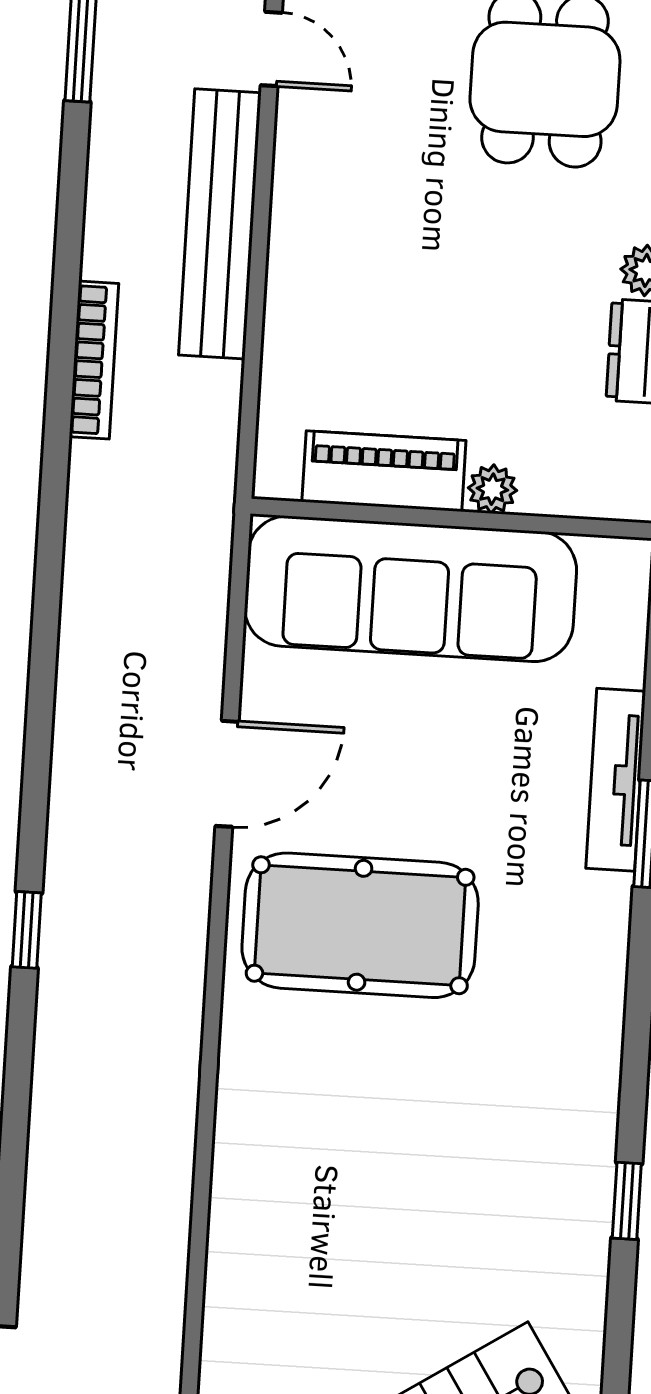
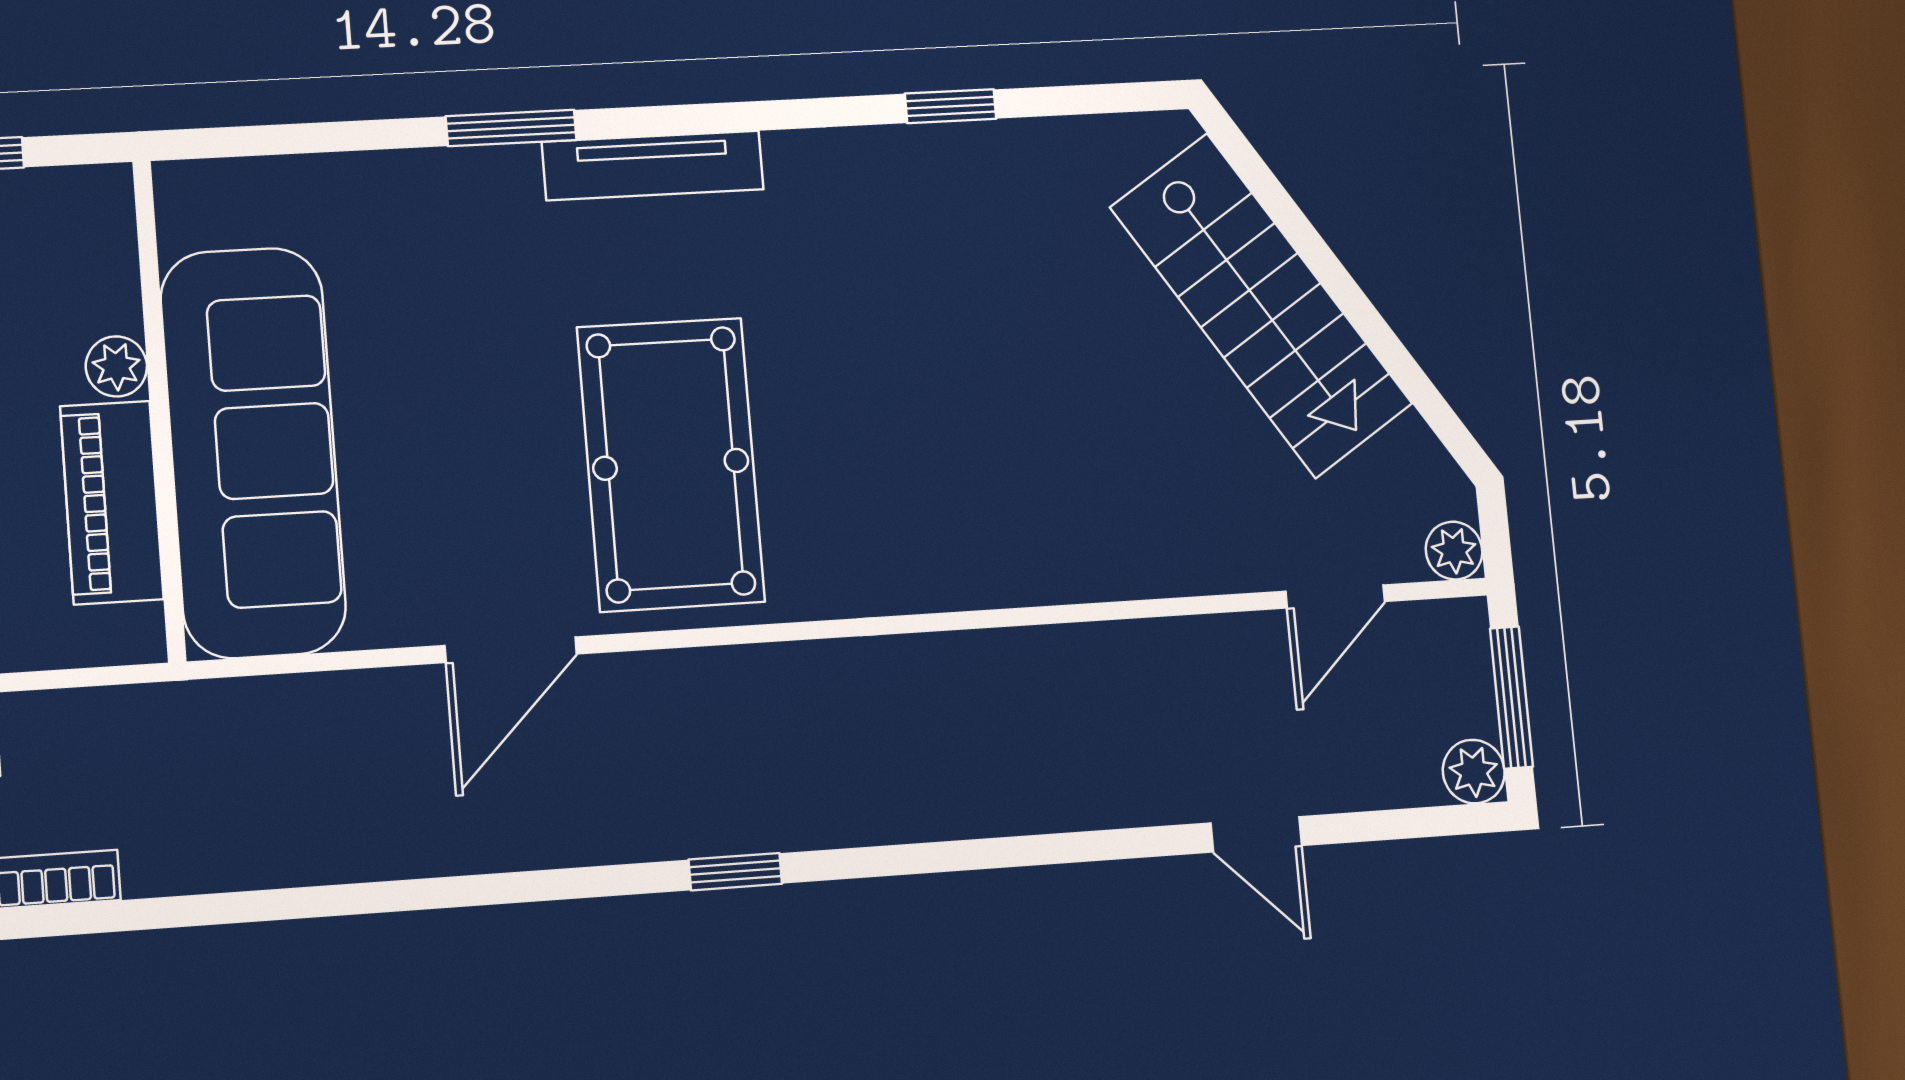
door: (227, 774) -> (511, 650), swing flipped
tv unit: (616, 780) -> (653, 165), moved

